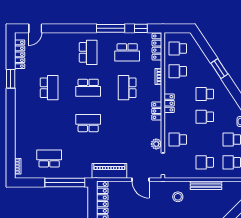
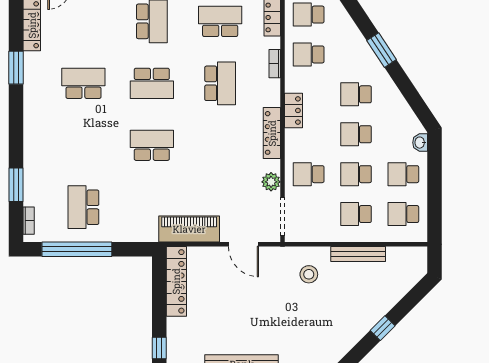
school desk: (127, 52) -> (220, 21), turned 180
school desk: (49, 88) -> (83, 83), turned -90
school desk: (127, 88) -> (220, 83), turned 180
locker: (157, 111) -> (272, 133), width x1.53
school desk: (205, 140) -> (356, 174), added
window: (11, 146) -> (16, 185), added
school desk: (49, 158) -> (83, 207), turned -90
window: (65, 182) -> (77, 249), moved

